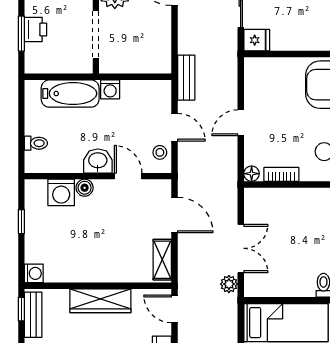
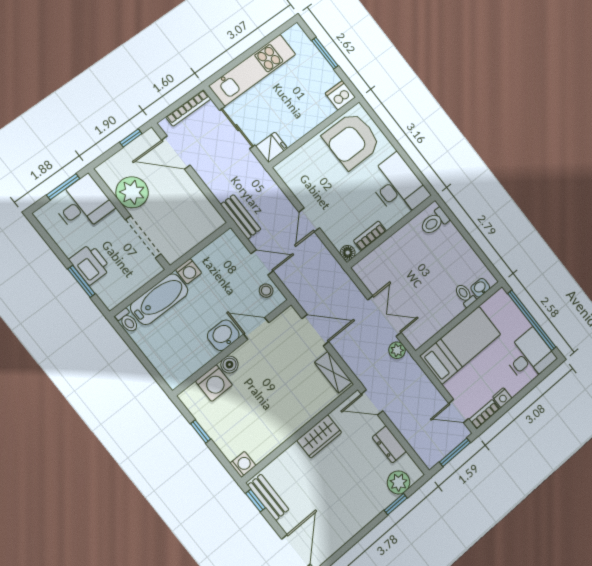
printer: (36, 30) -> (90, 264), width x1.36, depth x1.24
toilet: (36, 143) -> (127, 321), moved, turned 90
wardrobe: (100, 301) -> (319, 436), width x0.67

